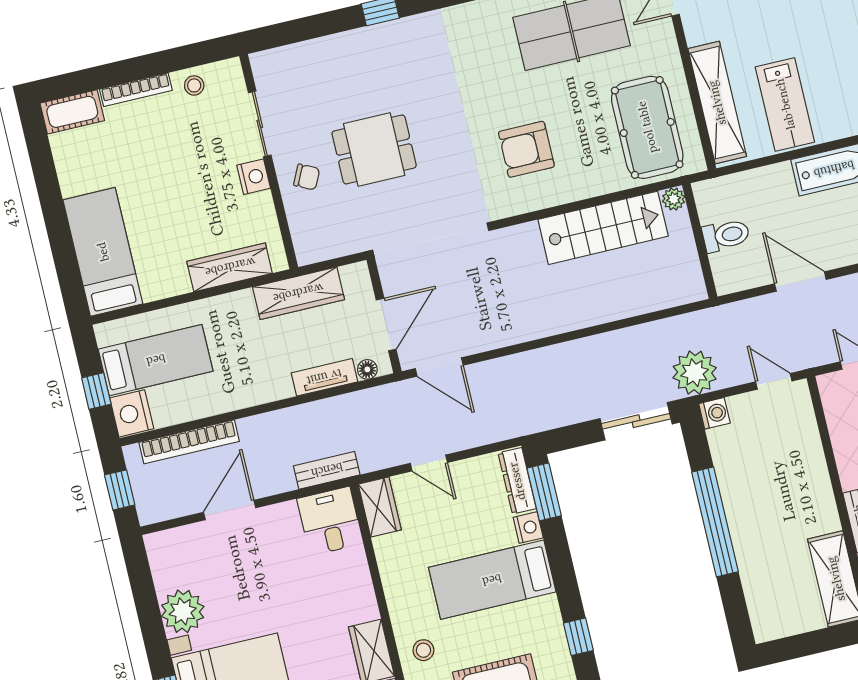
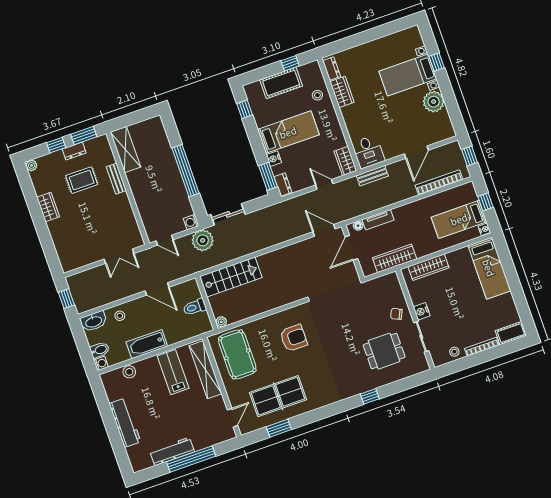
dining table: (374, 149) -> (384, 351), moved
stairs: (603, 228) -> (231, 277), moved, turned 180
nightstand: (132, 413) -> (484, 229), moved, width x0.53, depth x0.56
dresser: (517, 481) -> (283, 185), width x0.70

